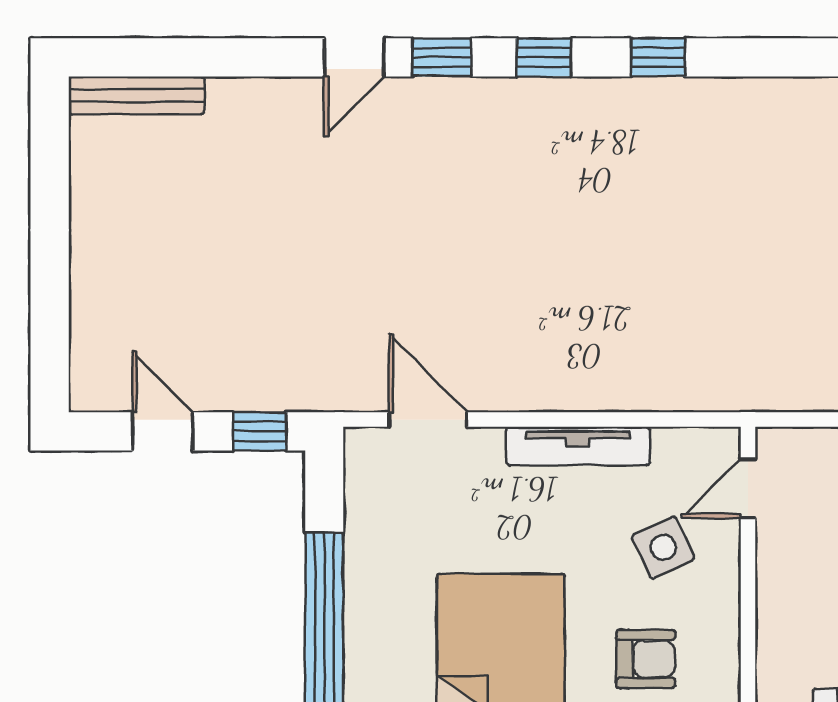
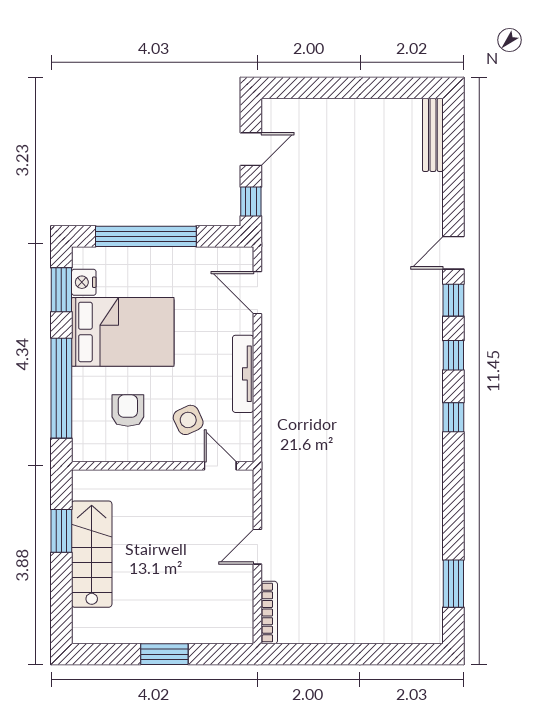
door: (354, 57) -> (453, 253), hinge flipped
door: (428, 420) -> (257, 293), swing flipped
armchair: (646, 659) -> (128, 410), turned 180

